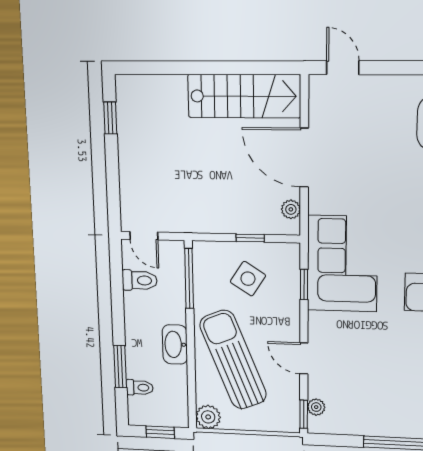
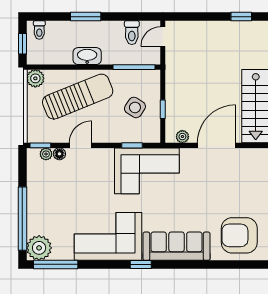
window: (120, 367) -> (86, 17), moved
toilet: (140, 388) -> (39, 30), moved
floor lamp: (316, 388) -> (59, 154), added

